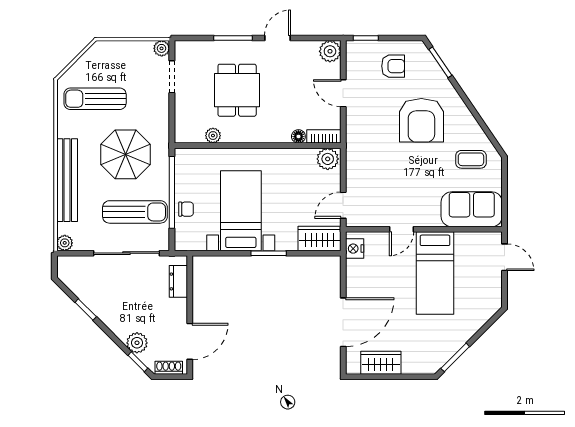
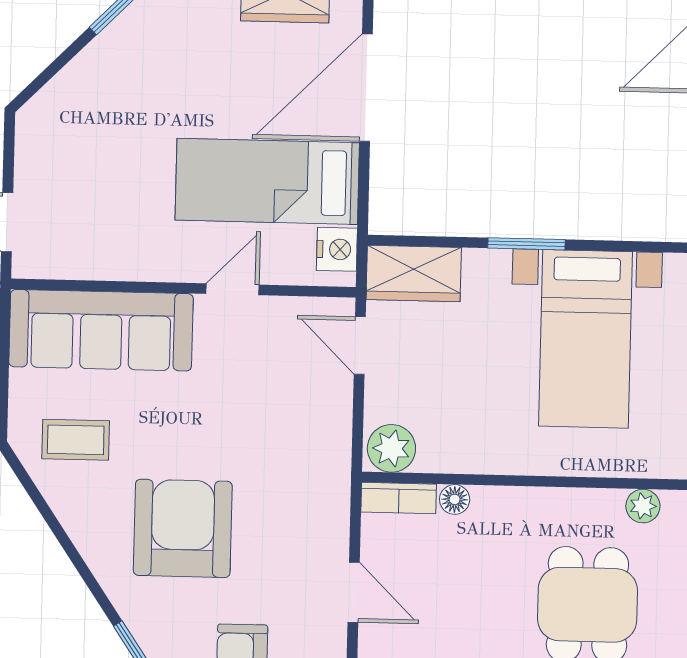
door: (343, 205) -> (360, 346), swing flipped
sofa: (472, 209) -> (101, 330), width x1.36
bed: (435, 273) -> (267, 181), moved, turned -90

